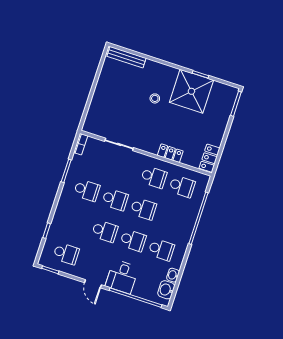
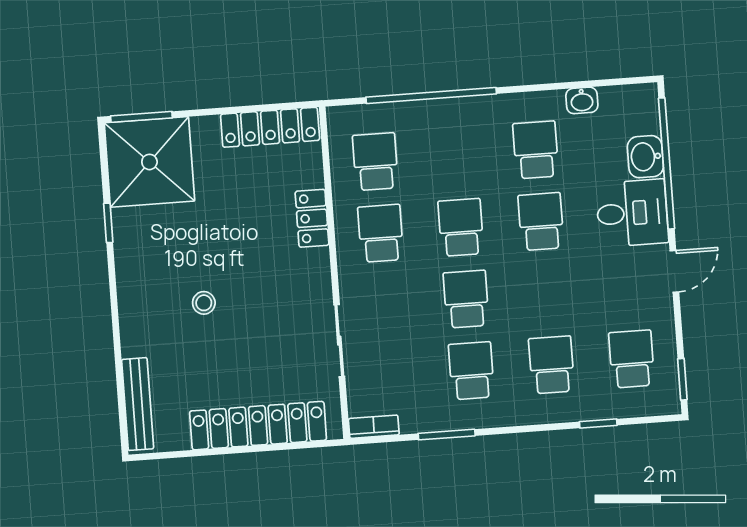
shower: (191, 91) -> (149, 162), moved
locker: (99, 100) -> (258, 426), added
locker: (209, 158) -> (270, 127), width x1.53
school desk: (105, 231) -> (551, 365), moved
washbasin: (166, 290) -> (645, 157), moved, turned 90

